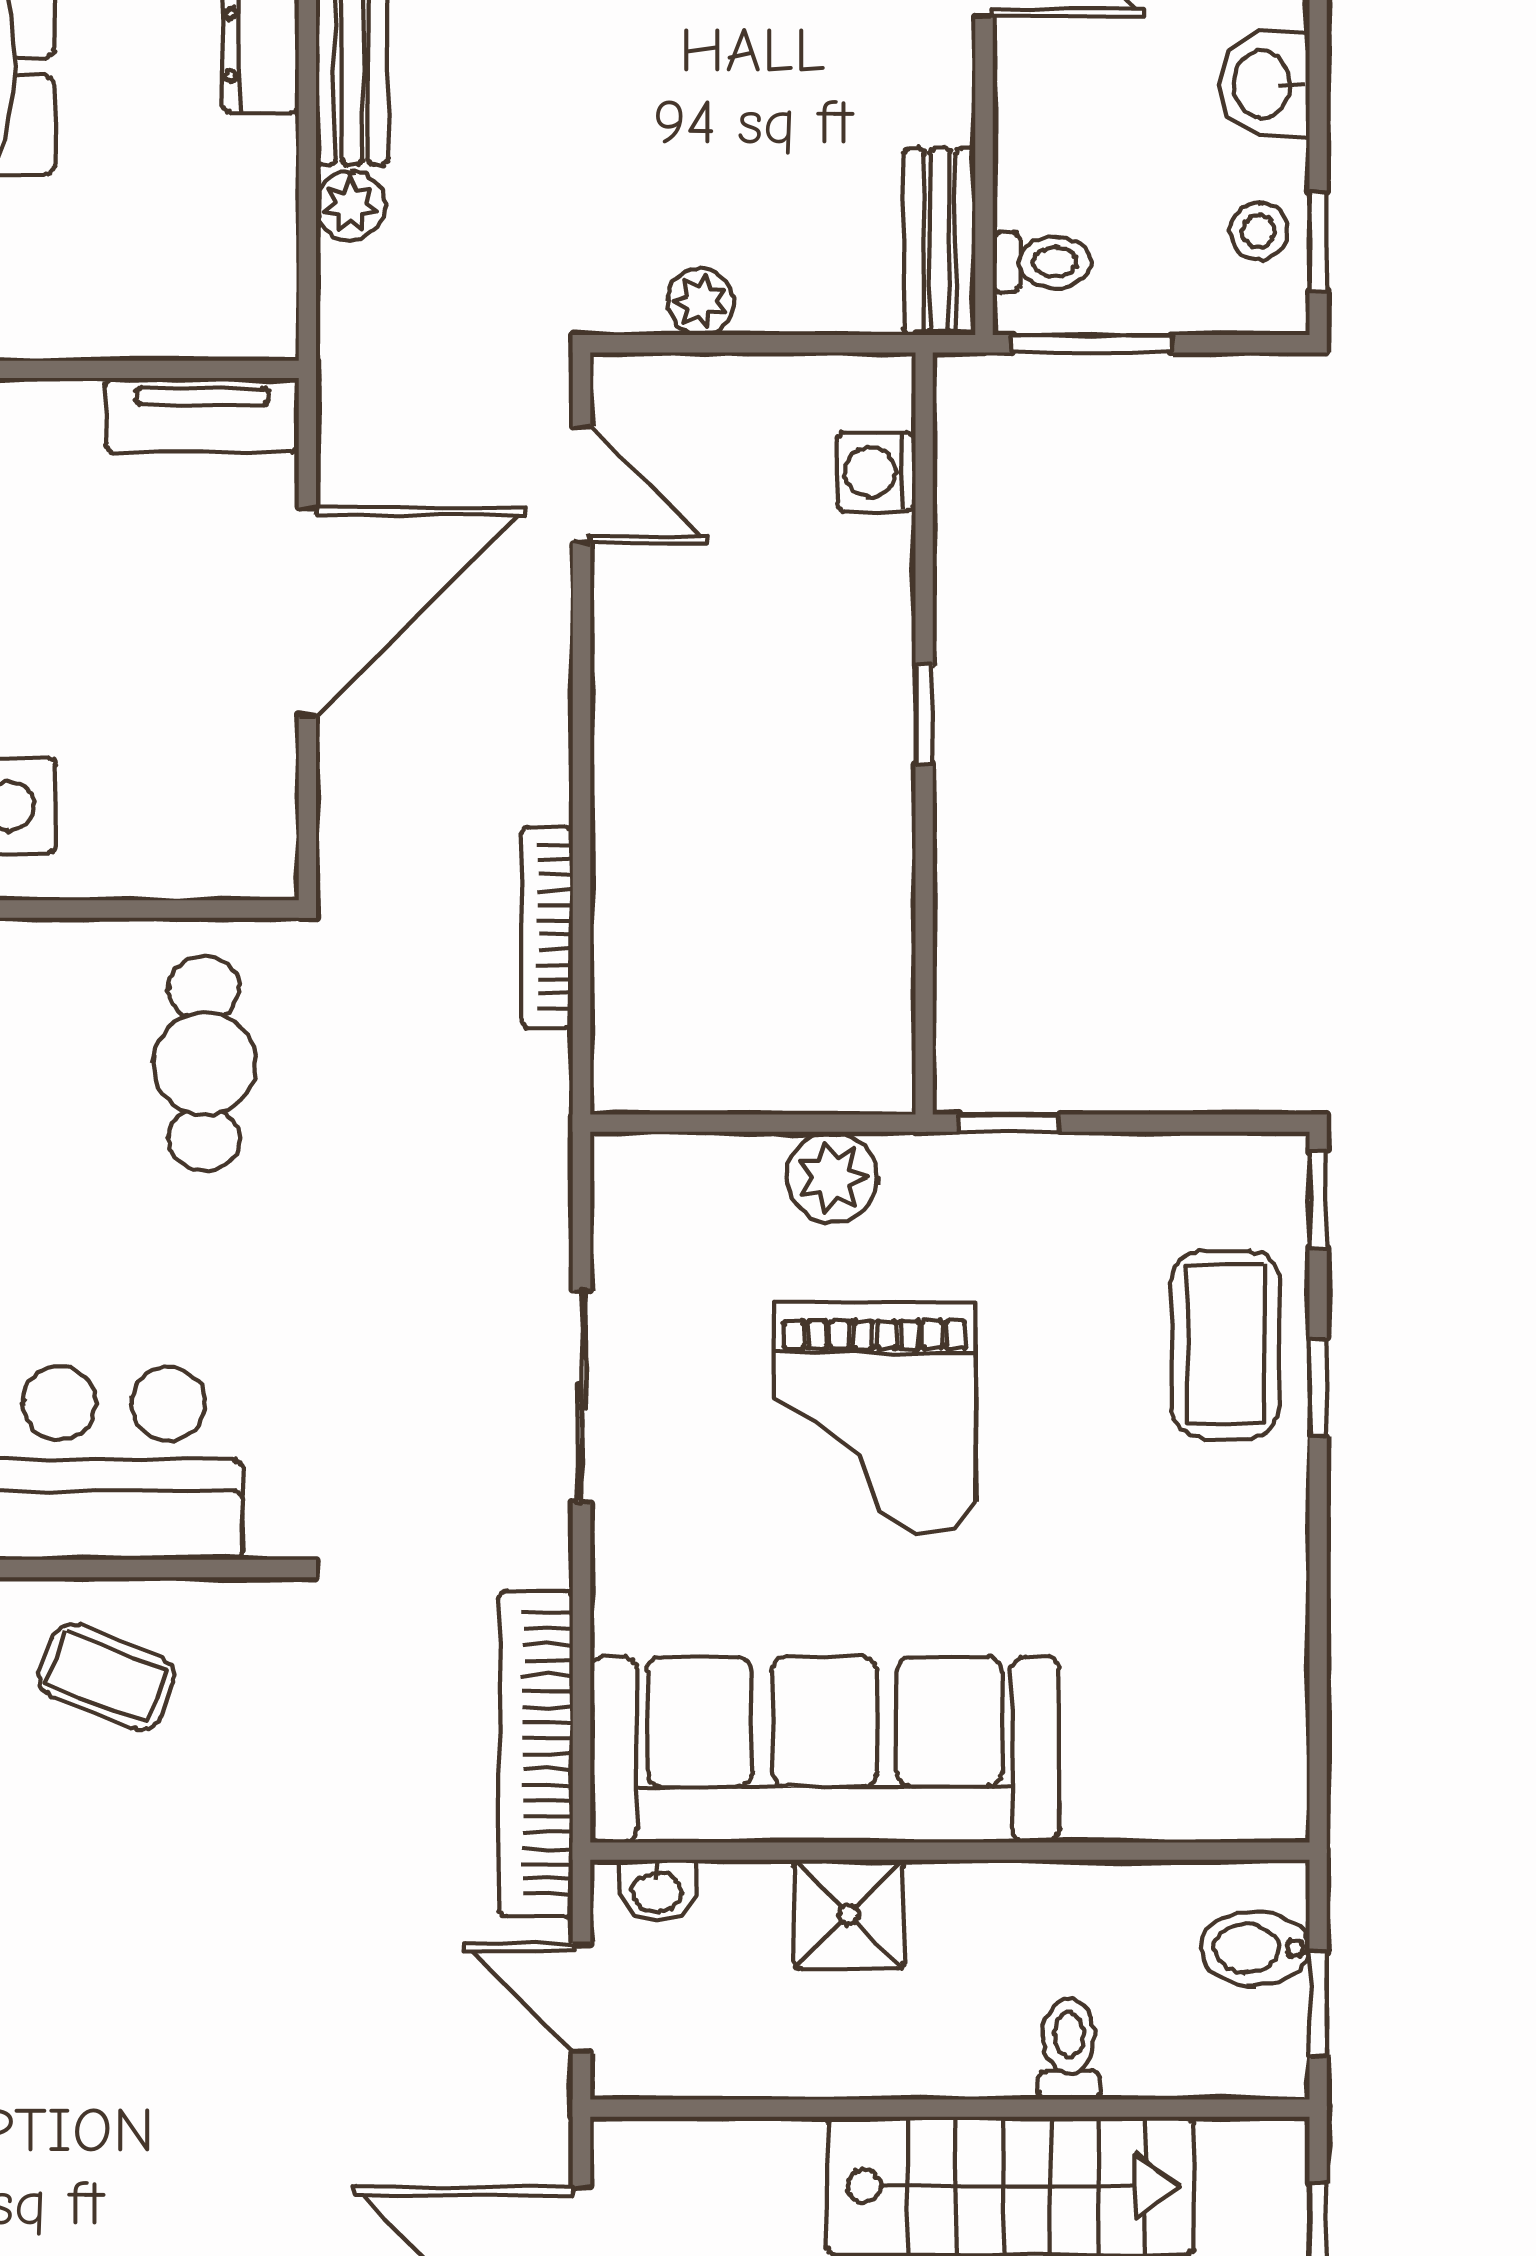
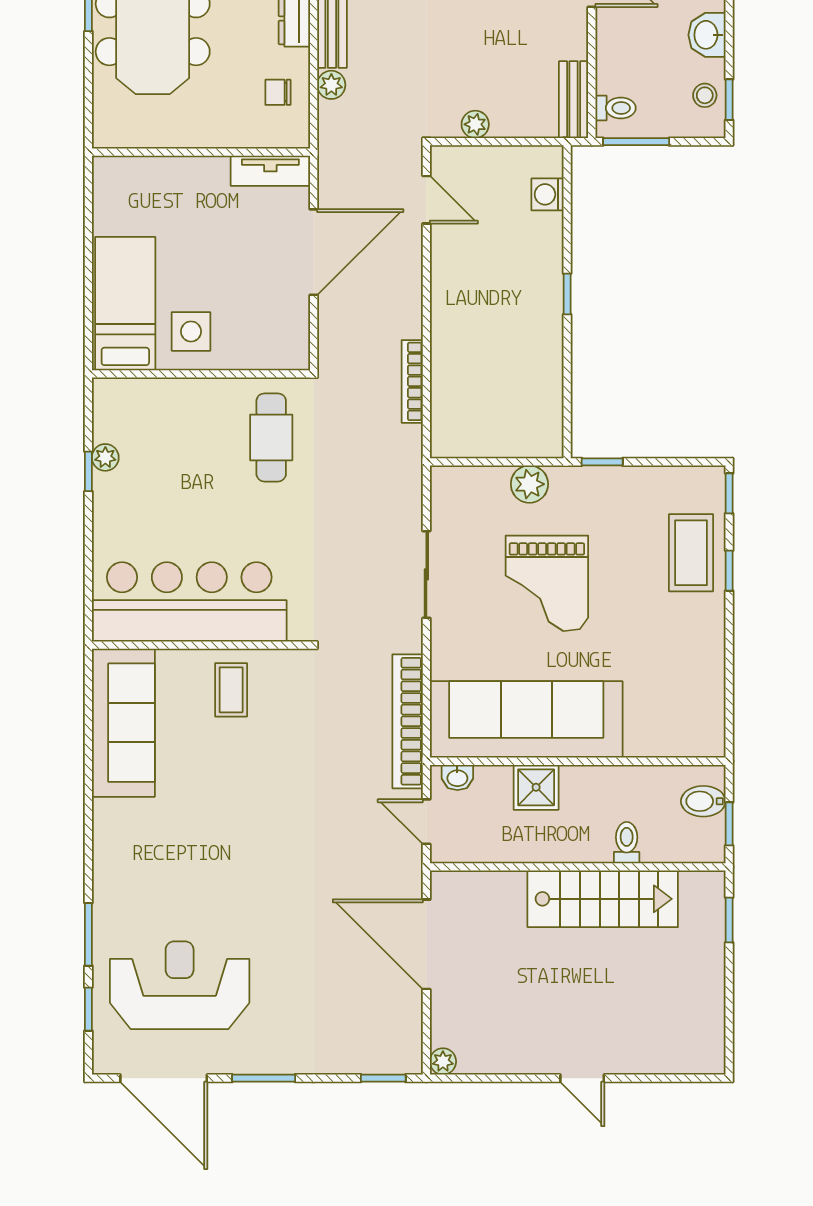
chair: (221, 224) -> (278, 92), added
coffee table: (106, 1677) -> (231, 690), turned 69

